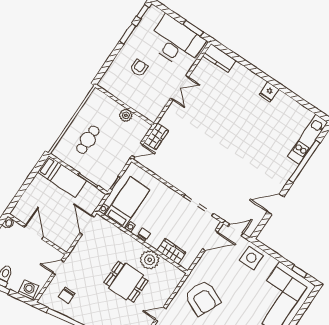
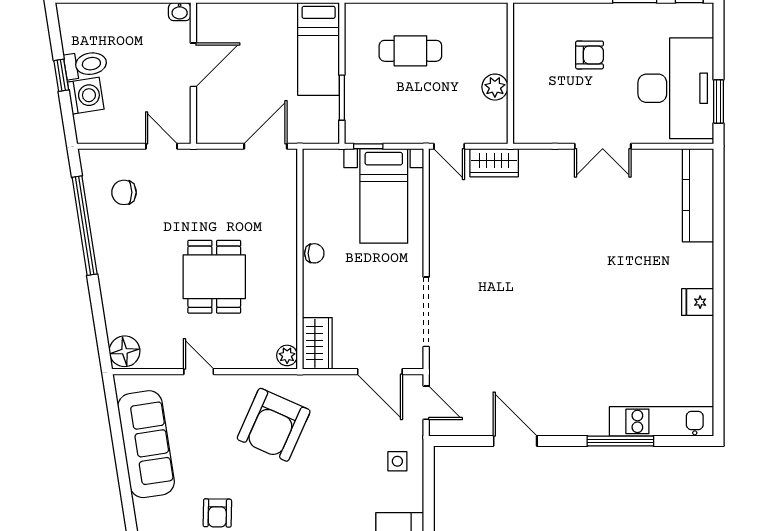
kitchen counter: (219, 58) -> (698, 195), width x1.50
window: (304, 161) -> (620, 441), width x0.68
bed with nightstands: (127, 202) -> (384, 196), moved, turned 90
wardrobe: (171, 251) -> (317, 343), moved
side table: (251, 258) -> (397, 461), width x0.54, depth x0.54
plant: (150, 260) -> (287, 355), moved, width x0.53, depth x0.53
washing machine: (28, 290) -> (86, 96), moved

